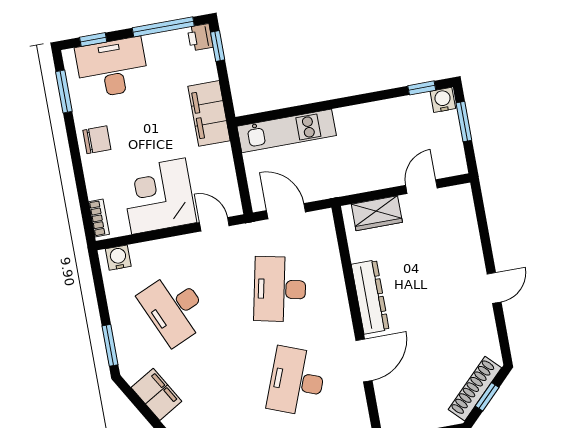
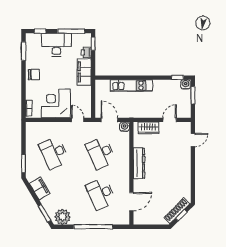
printer: (200, 37) -> (86, 52), moved
desk: (112, 68) -> (56, 45), moved
kitchen unit: (287, 131) -> (131, 85), moved
water cooler: (118, 258) -> (125, 127), moved
door: (494, 288) -> (193, 140), moved
desk: (280, 289) -> (101, 153), turned -36
door: (364, 360) -> (131, 202), moved
desk: (297, 381) -> (101, 194), turned -45

